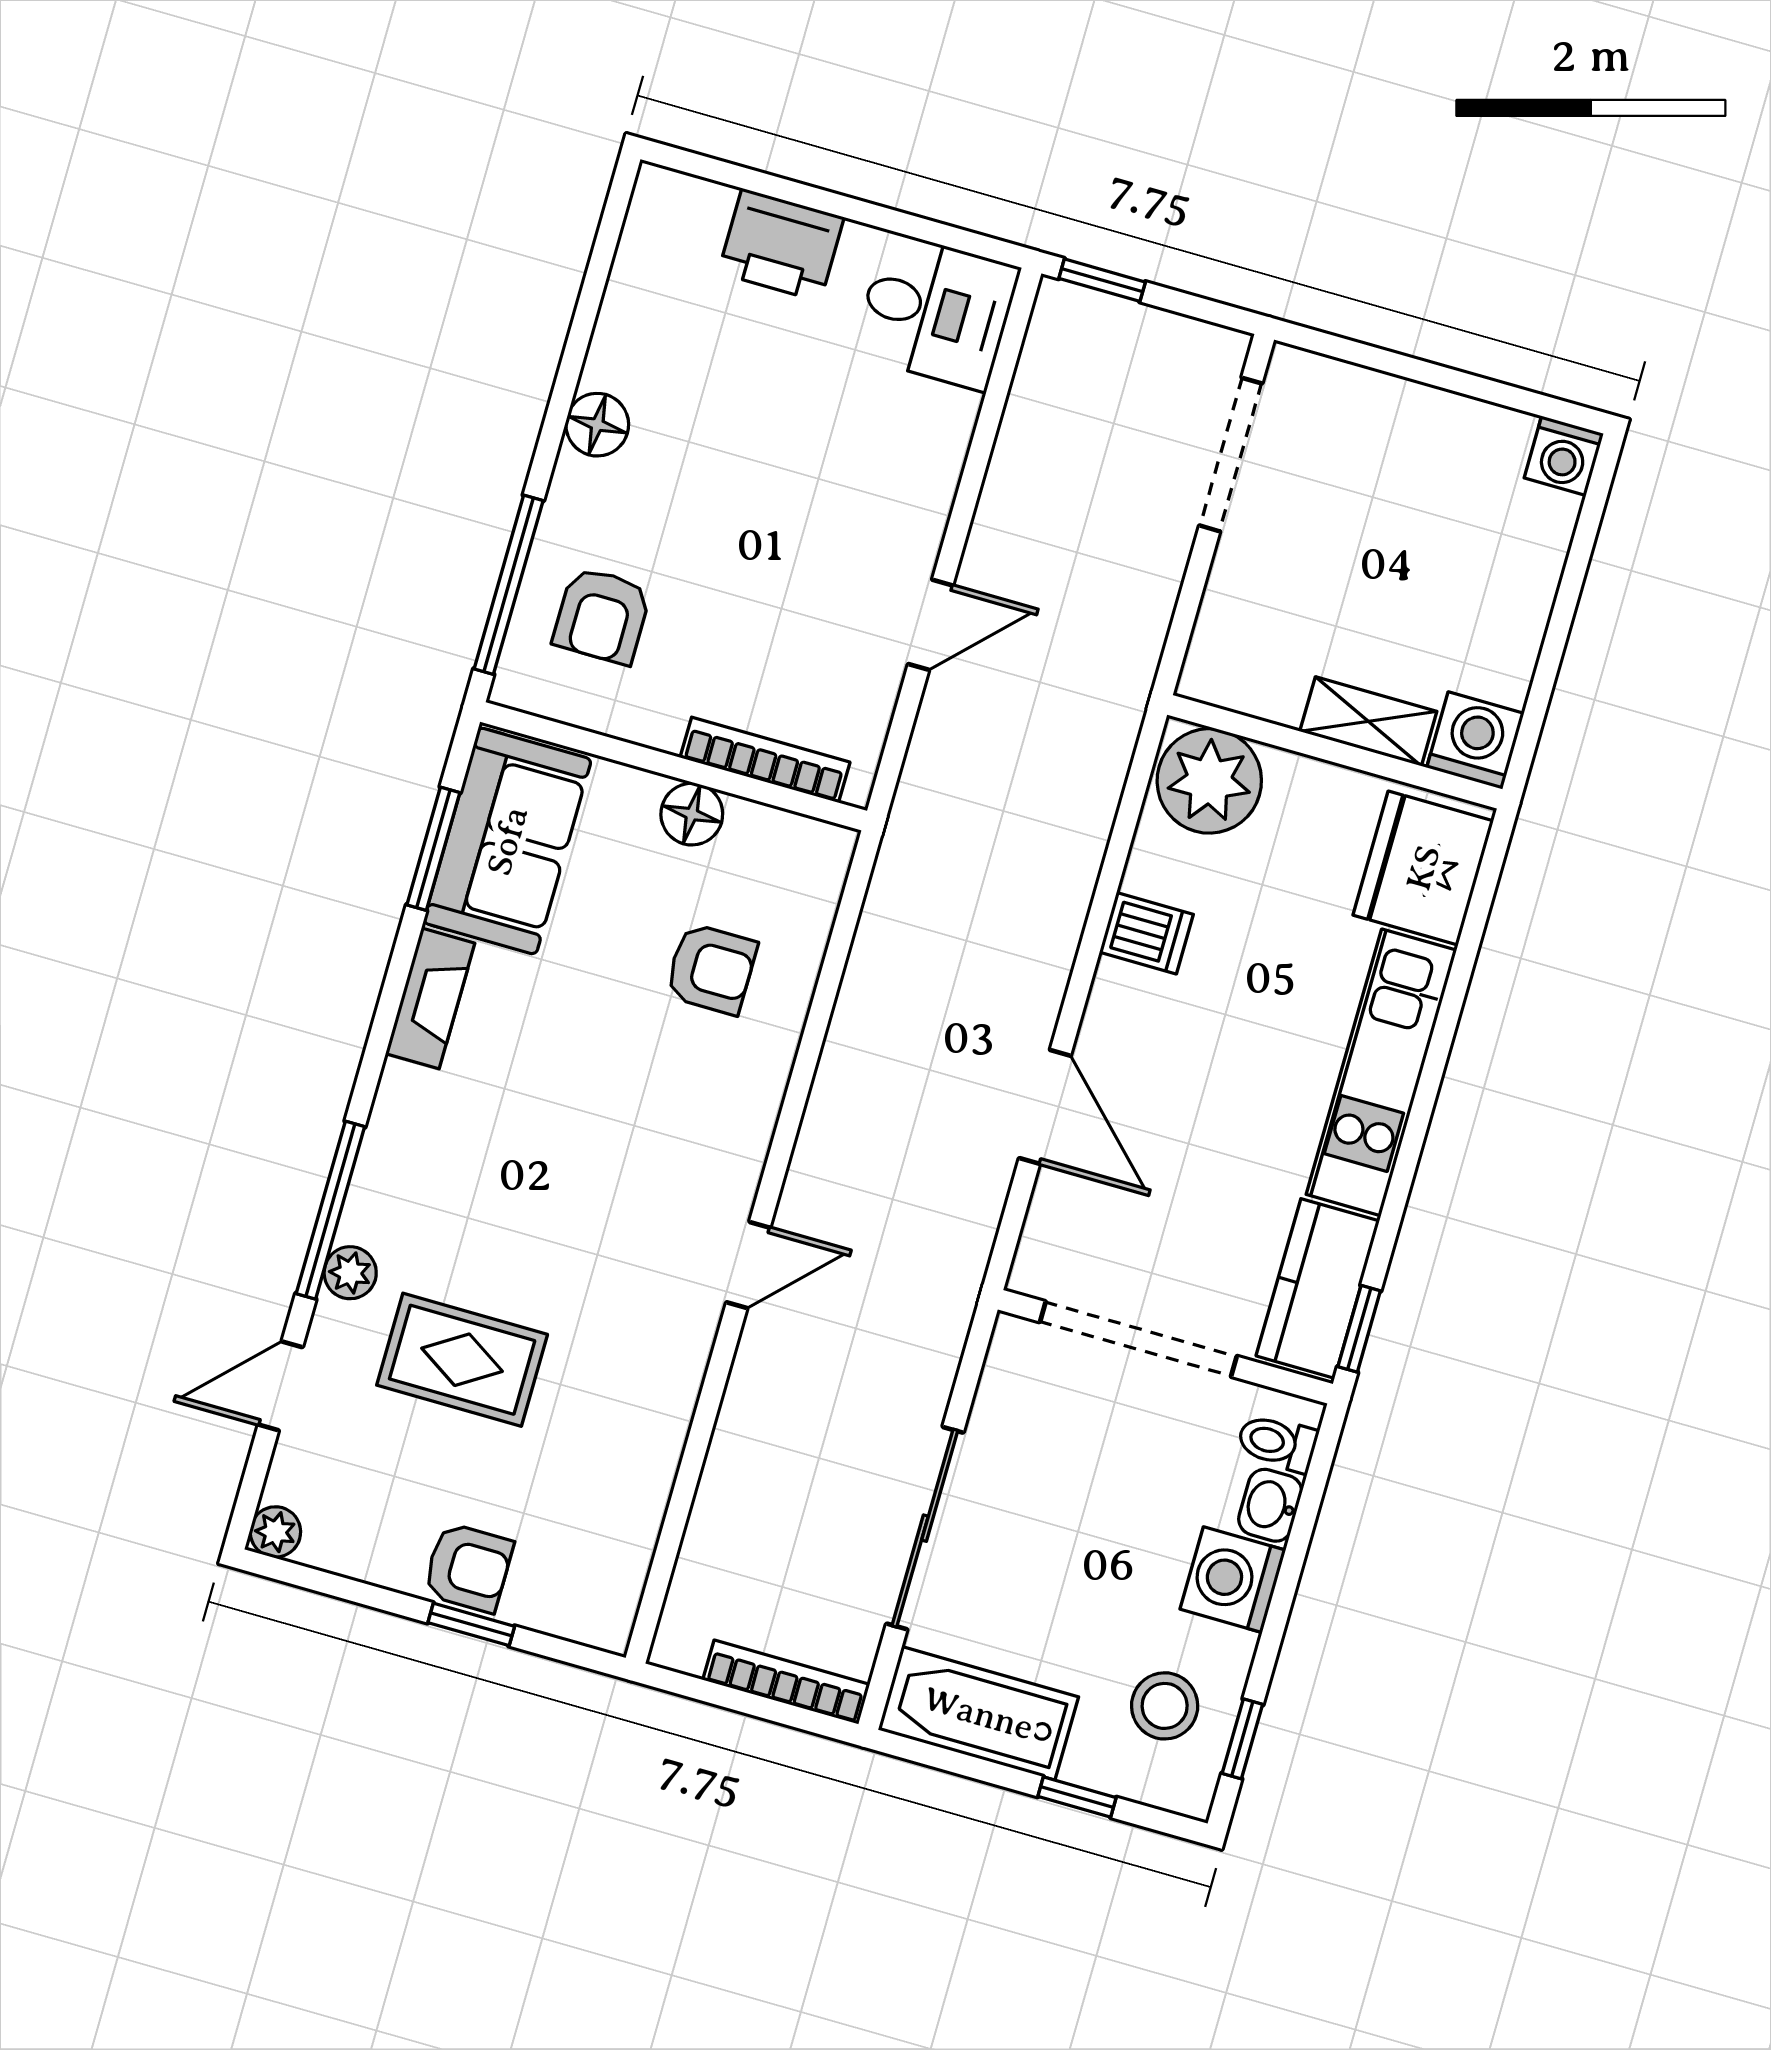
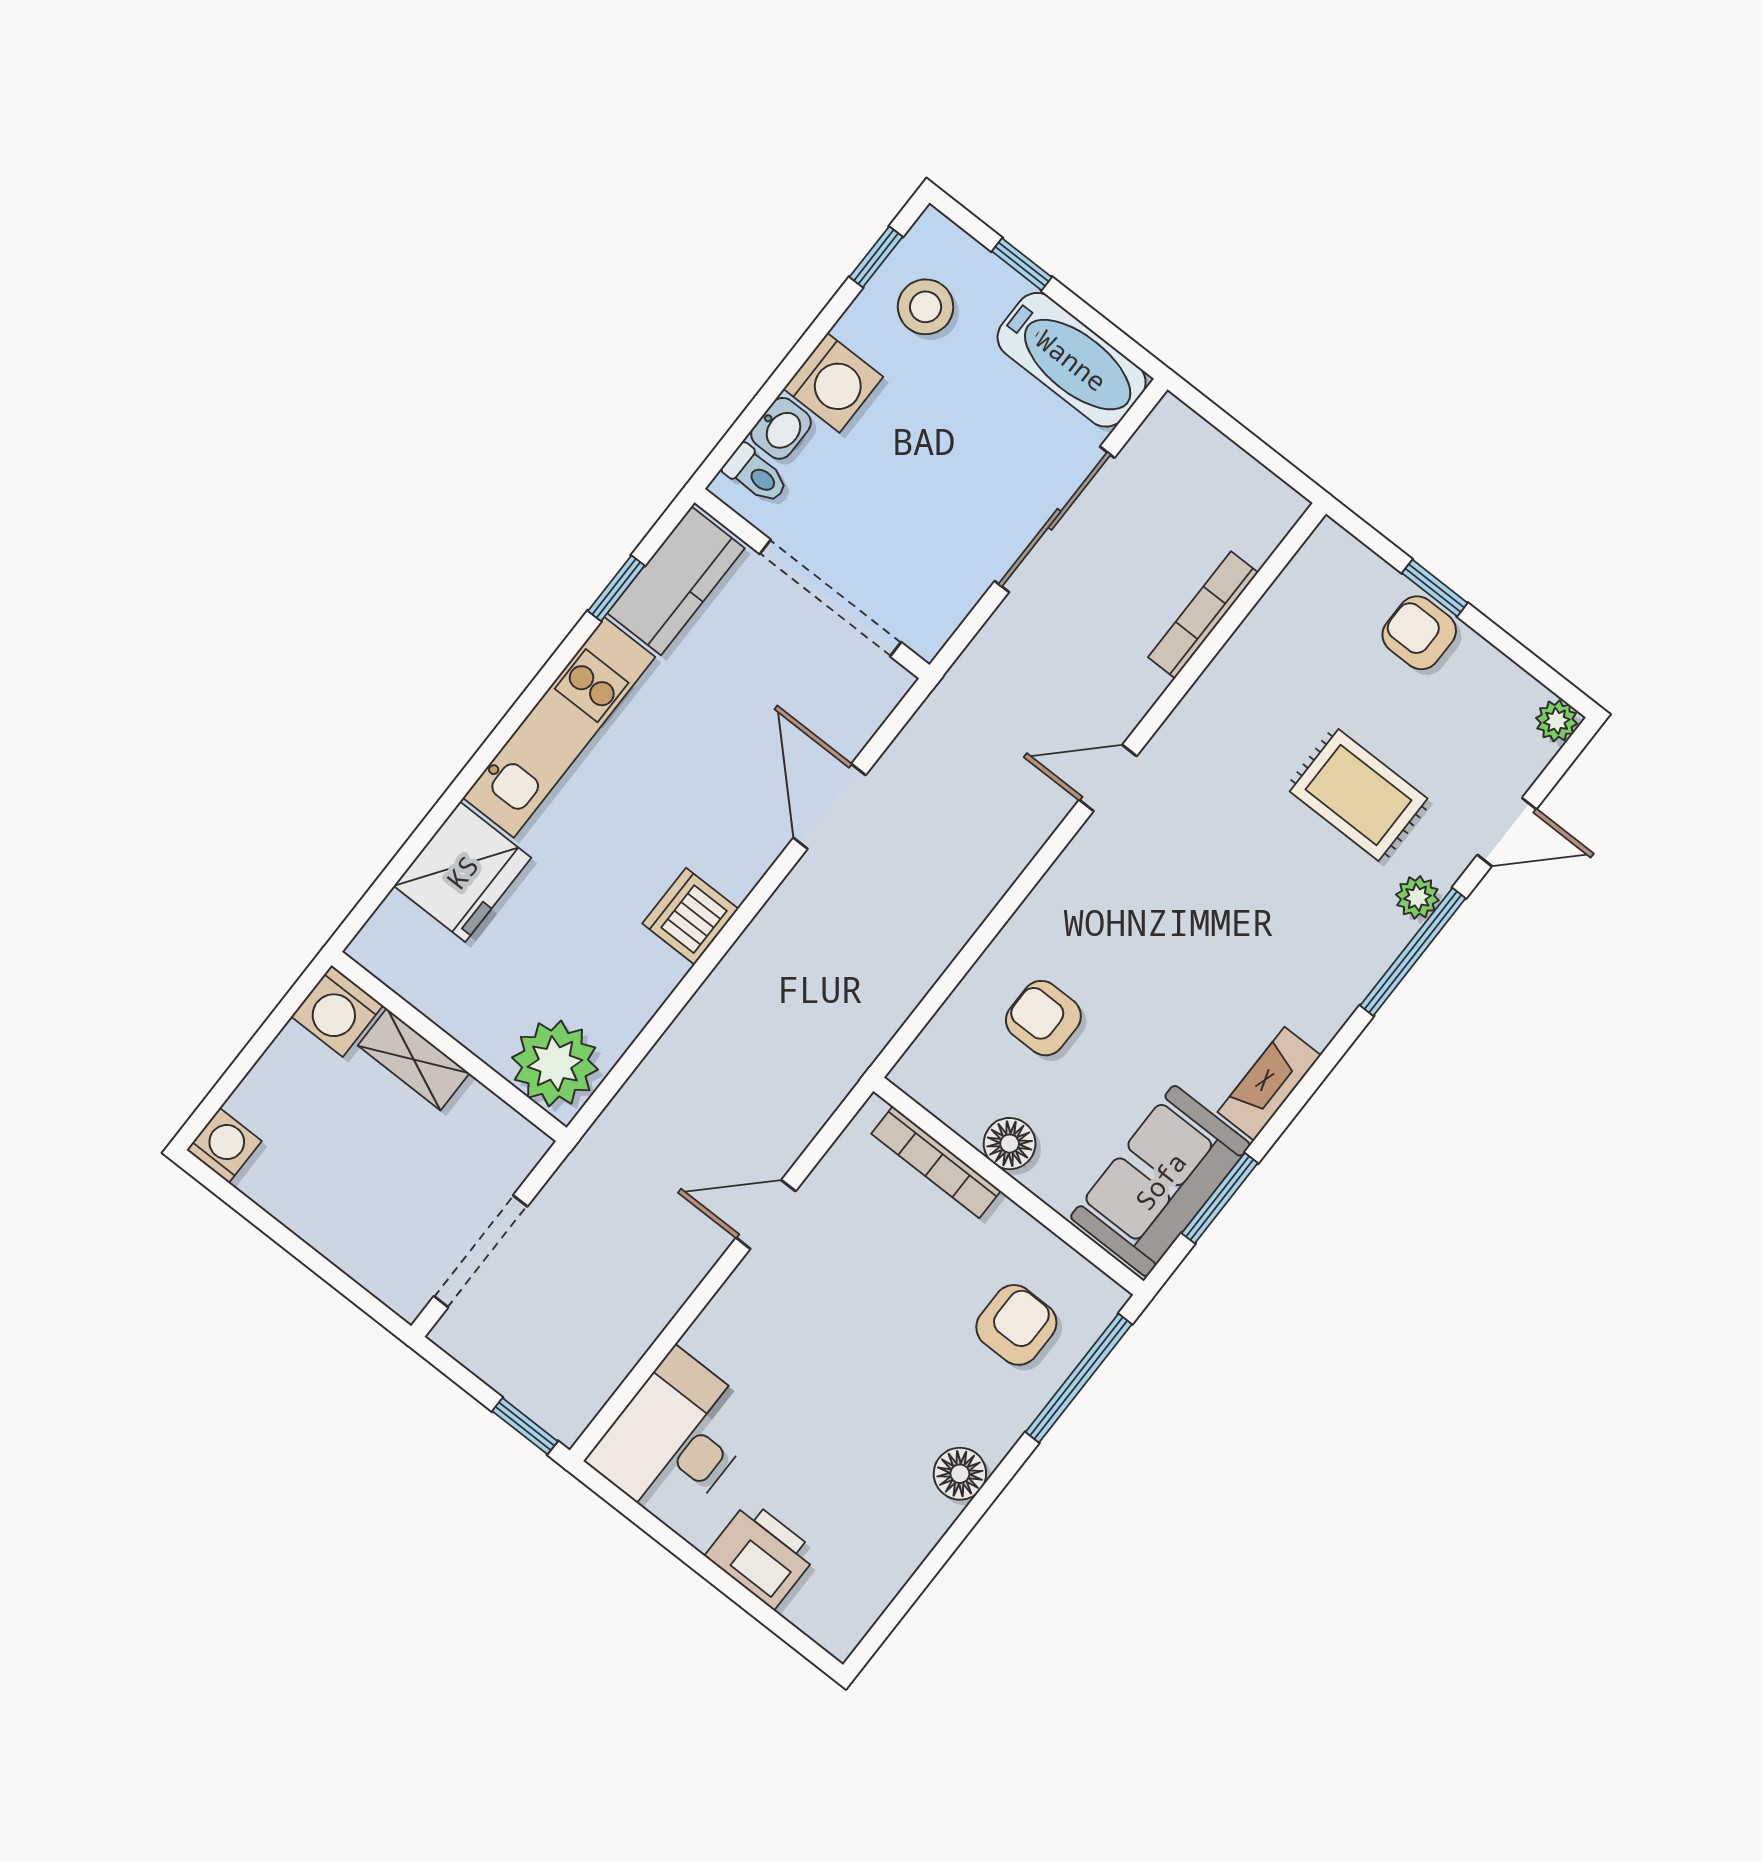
desk: (936, 311) -> (675, 1438), width x1.37
shelving: (1368, 721) -> (414, 1059), moved
washing machine: (1475, 740) -> (337, 1011), moved
wall: (1335, 752) -> (449, 1046), moved
plant: (1209, 781) -> (555, 1064), moved
dishwasher: (1146, 933) -> (690, 916), width x1.38
window: (1359, 1329) -> (616, 588), moved
bookcase: (786, 1682) -> (1203, 615), moved, turned 90

